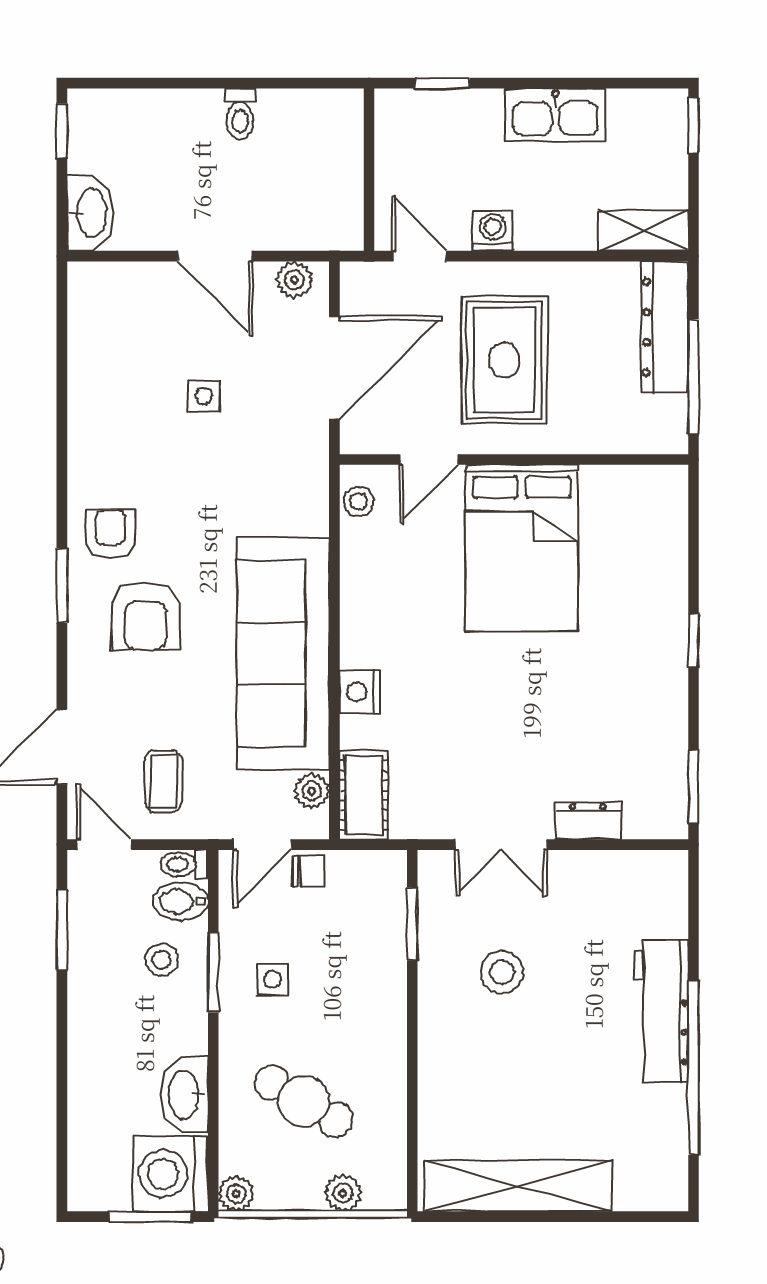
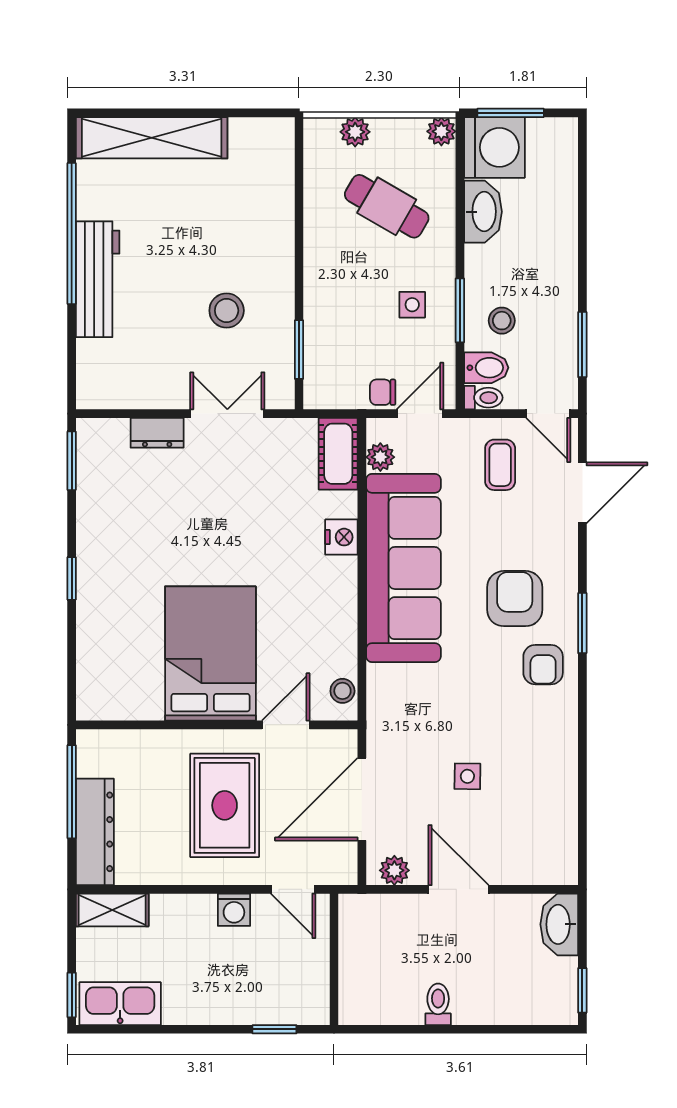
kitchen sink: (555, 115) -> (120, 1004), moved
shelving: (518, 1186) -> (152, 138), moved

